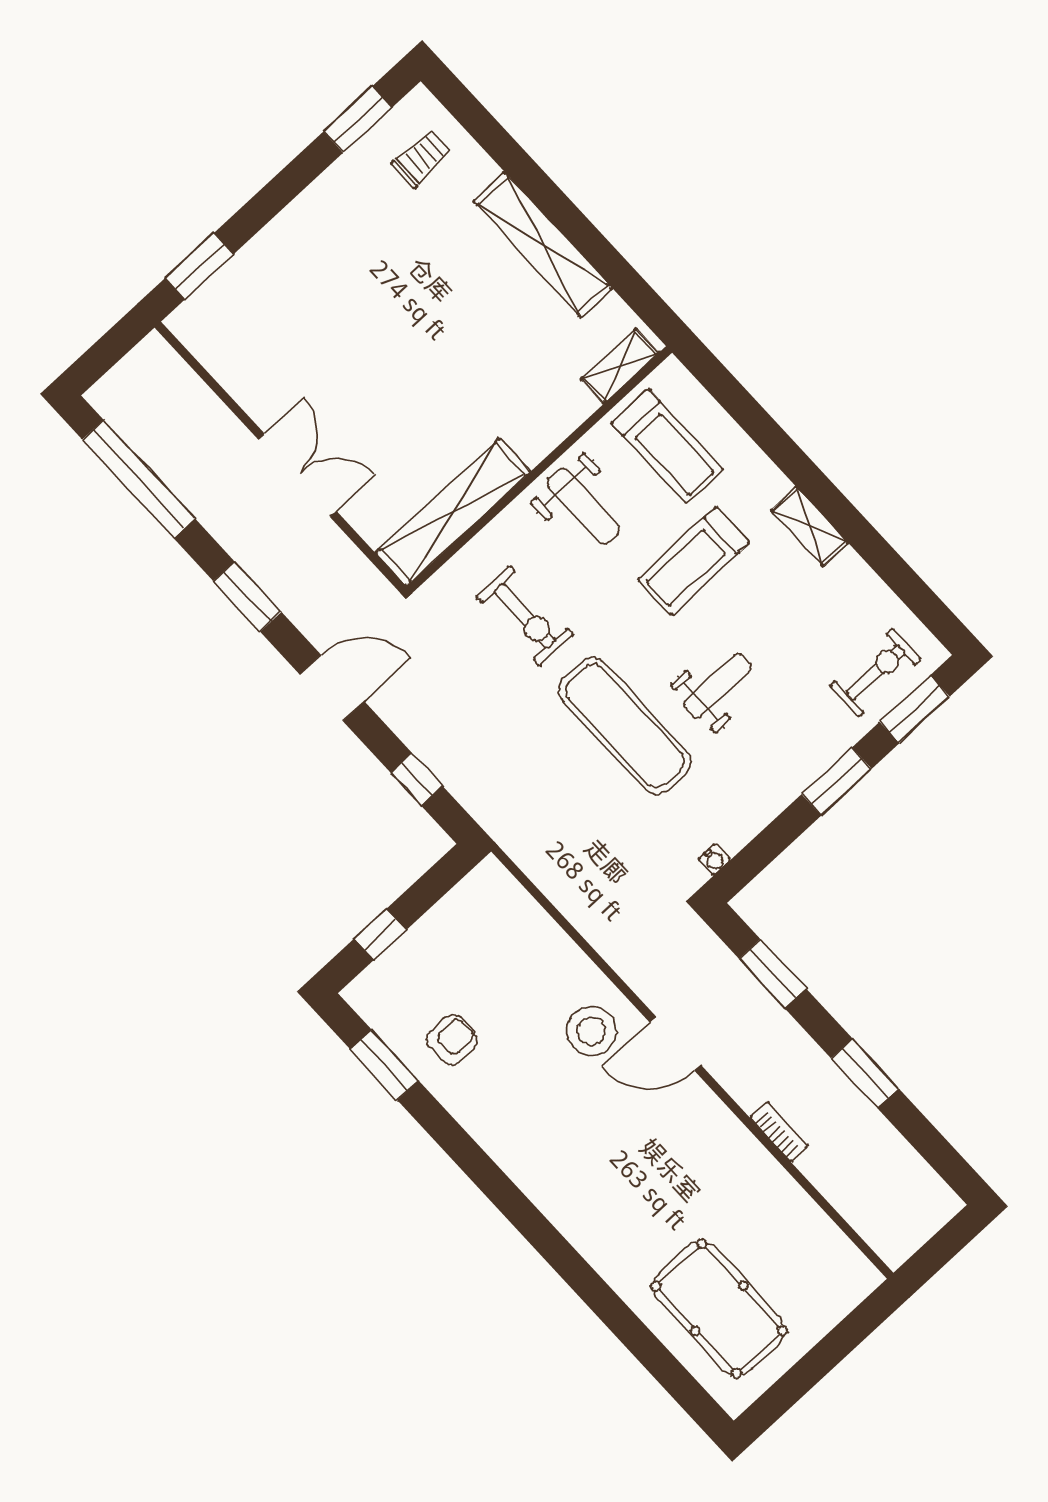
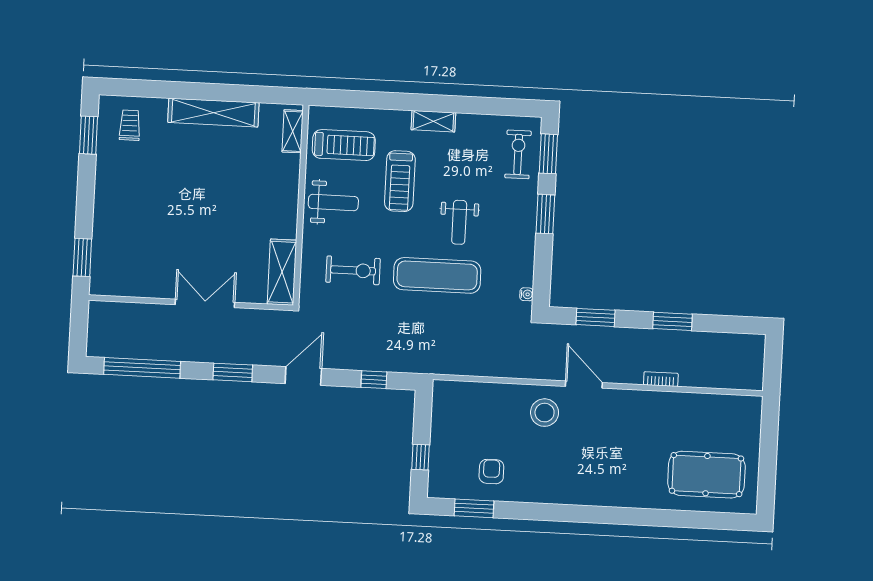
shelving: (453, 512) -> (282, 272), width x0.68
weight bench: (718, 686) -> (459, 222), turned 180
door: (675, 1044) -> (584, 384), swing flipped

